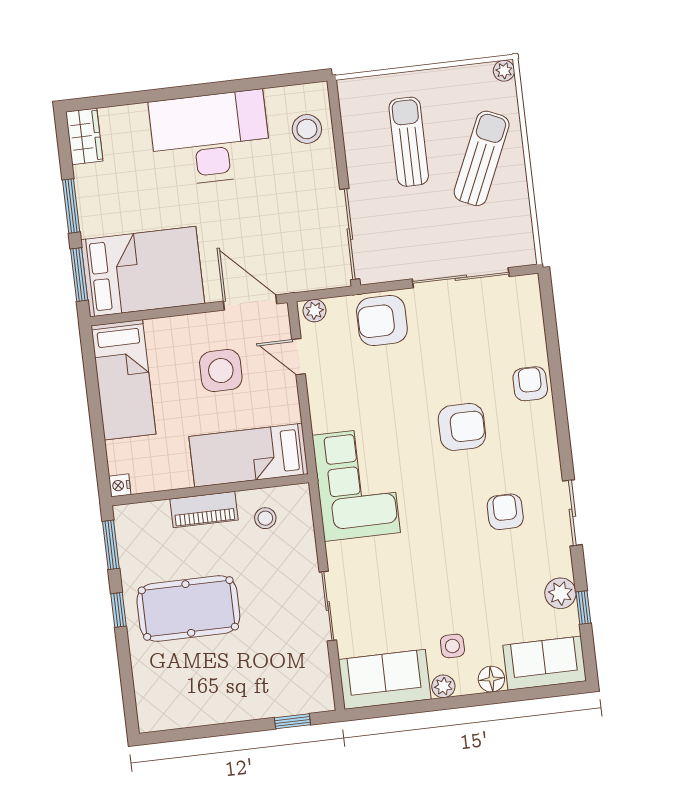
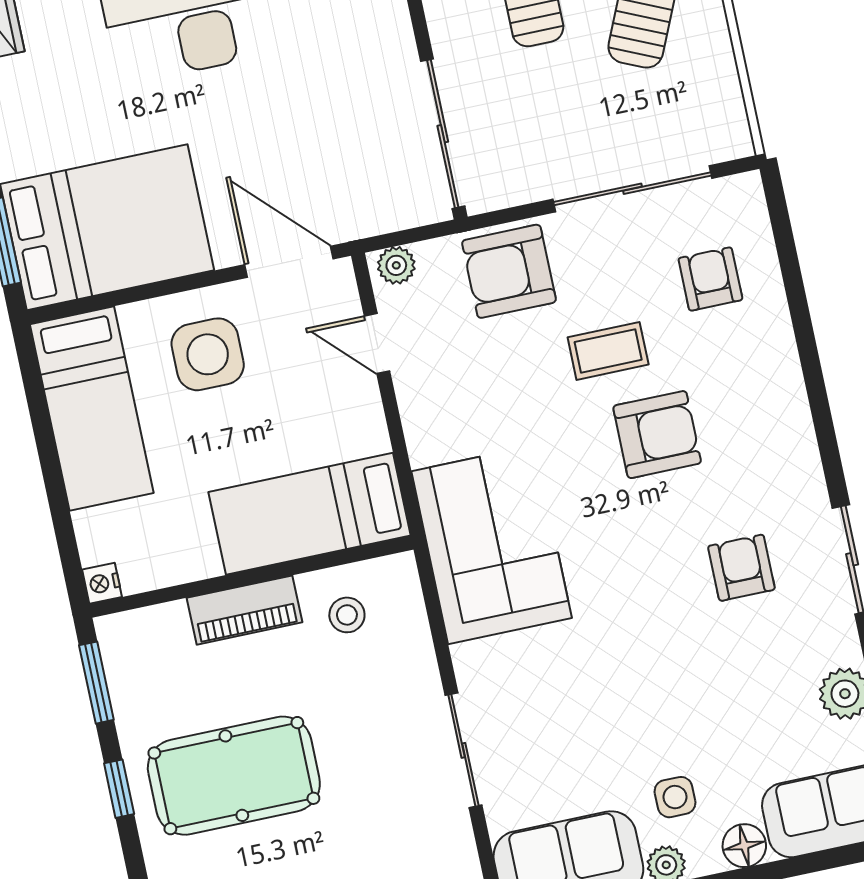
side table: (221, 371) -> (208, 354), moved
coffee table: (437, 374) -> (608, 351), added
armchair: (530, 384) -> (710, 279), moved

